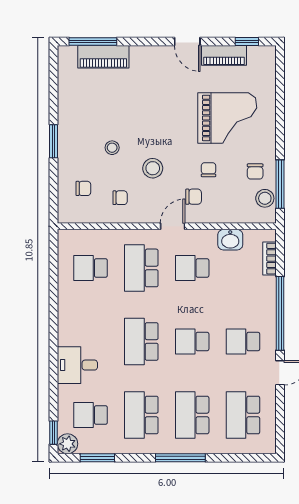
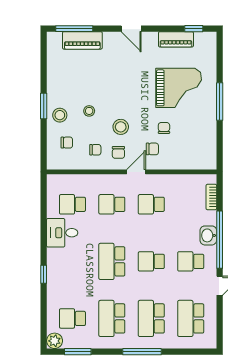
door: (187, 42) -> (131, 29), moved
chair: (255, 171) -> (118, 152), moved
window: (280, 184) -> (220, 102), moved
stool: (265, 198) -> (60, 115), moved
washbasin: (230, 240) -> (208, 235), moved, turned 90
school desk: (141, 268) -> (112, 204), width x0.54
desk: (77, 365) -> (62, 233), moved
window: (53, 433) -> (44, 274), moved

